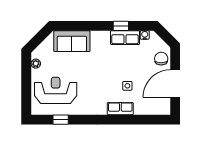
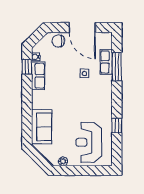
window: (121, 26) -> (27, 67), moved
row of seats: (120, 109) -> (106, 62), moved
window: (61, 120) -> (117, 126), moved
window: (135, 120) -> (117, 67), added

